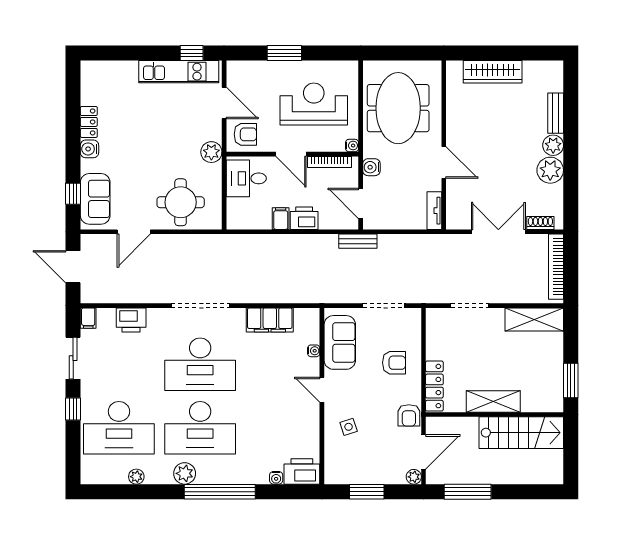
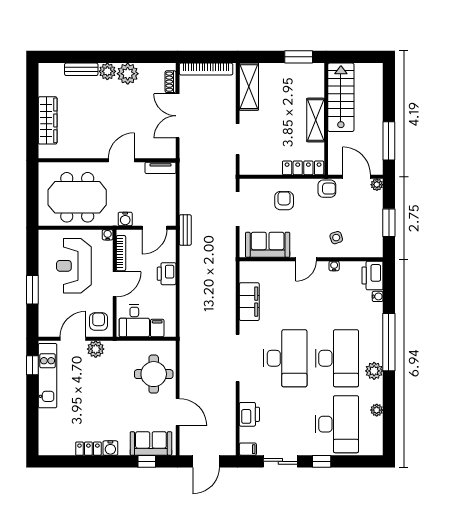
plant: (211, 152) -> (96, 349), moved
filing cabinet: (281, 219) -> (157, 328), moved, turned 90
water cooler: (314, 351) -> (334, 266), moved

